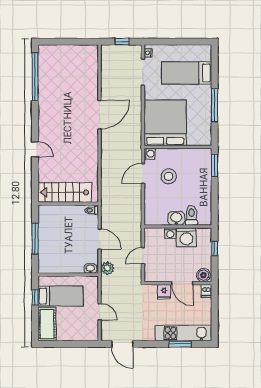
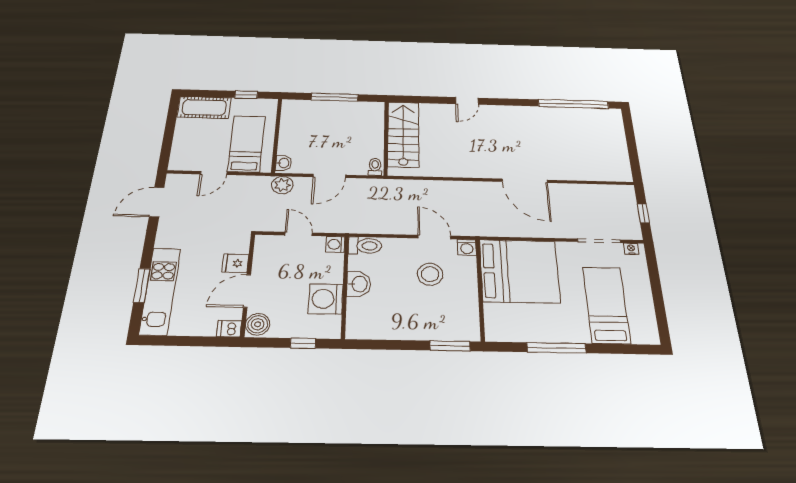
toilet: (191, 215) -> (365, 246), moved
washing machine: (170, 233) -> (335, 244), moved
bed: (61, 296) -> (247, 144), moved, turned 180

